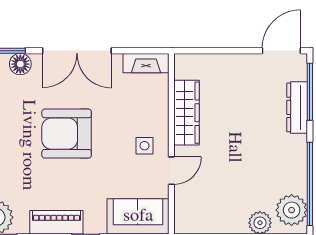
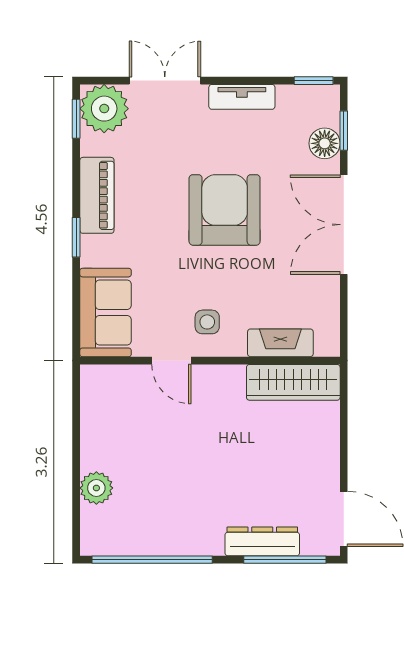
fireplace: (146, 63) -> (280, 343), moved, turned 90
wardrobe: (187, 113) -> (293, 382), moved
plant: (292, 210) -> (115, 533), removed

